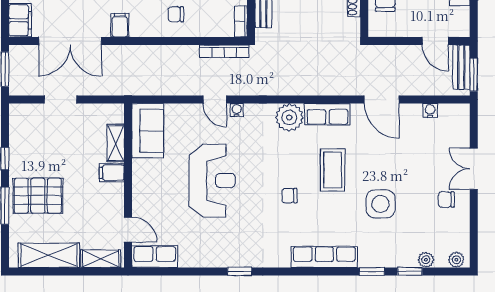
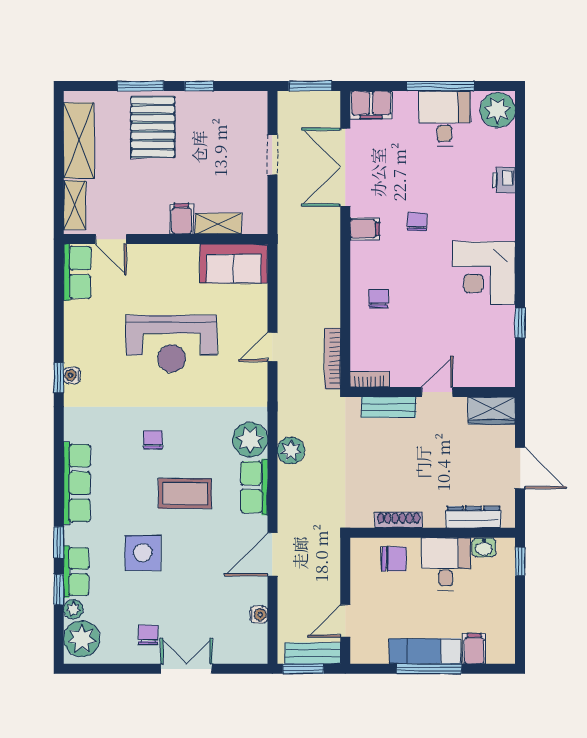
plant: (298, 85) -> (291, 451), added
water cooler: (237, 110) -> (72, 375), moved, turned 180
door: (128, 230) -> (111, 239), hinge flipped
row of seats: (396, 257) -> (76, 572), added
plant: (456, 260) -> (82, 639), width x1.88, depth x1.88

